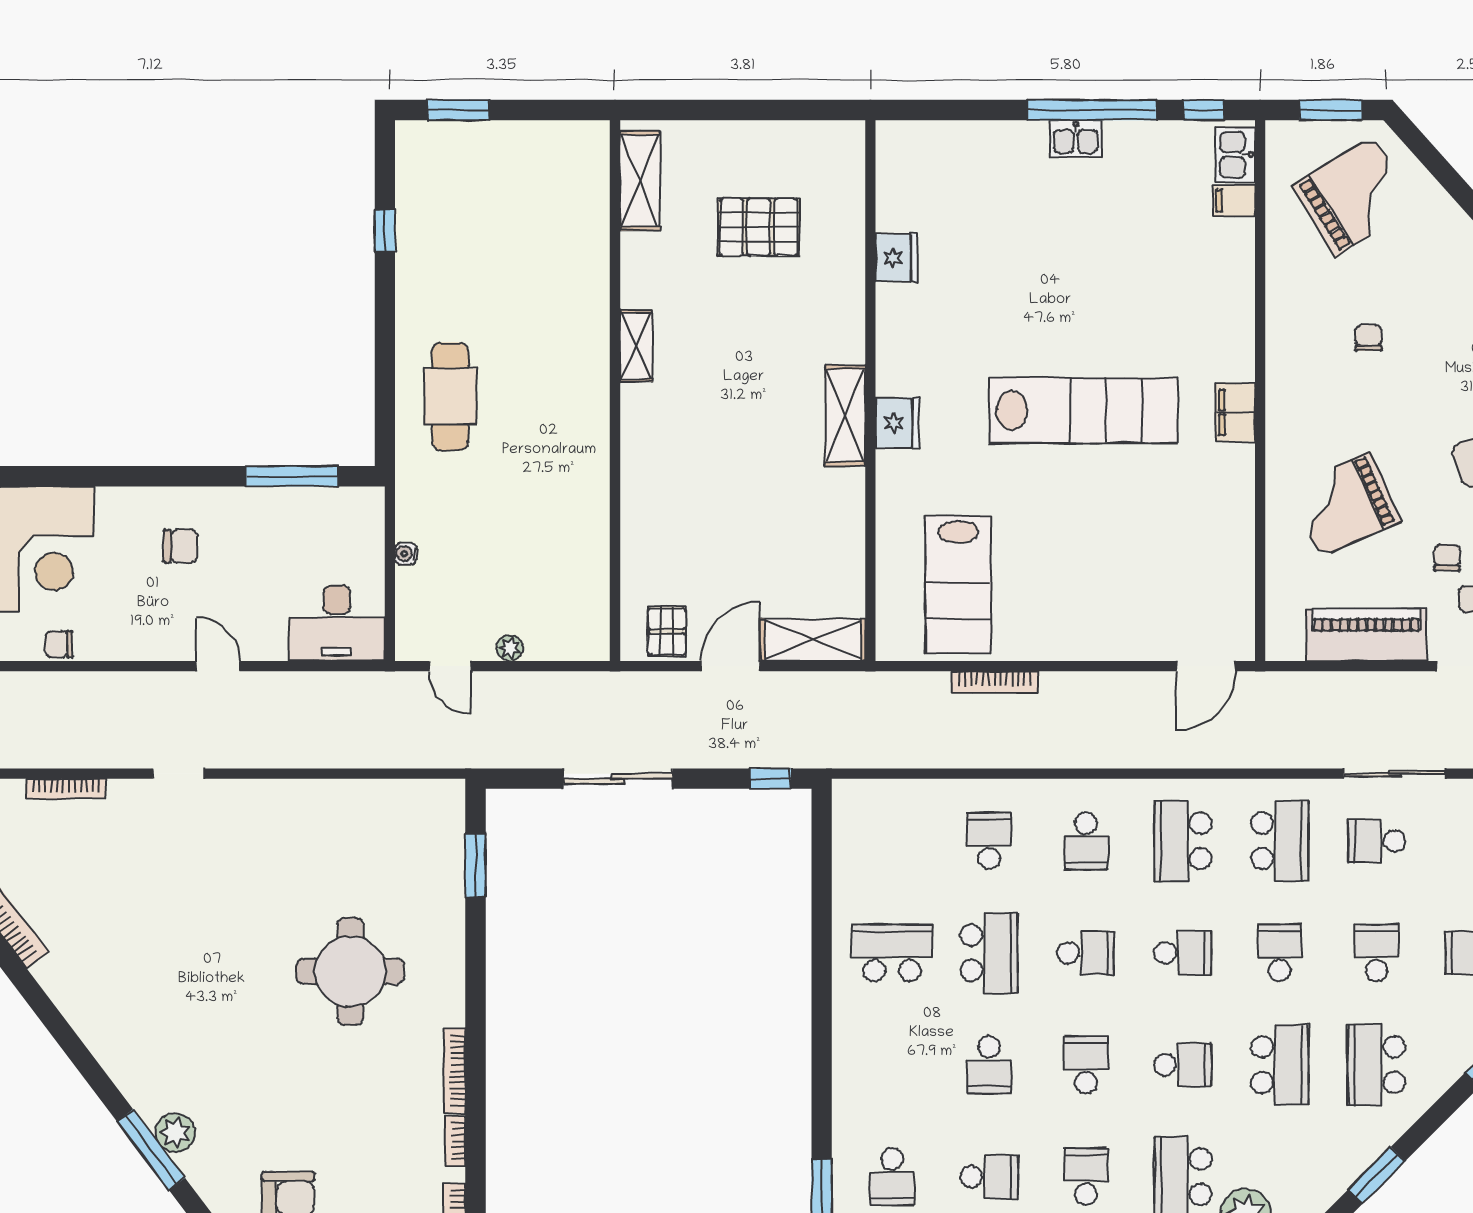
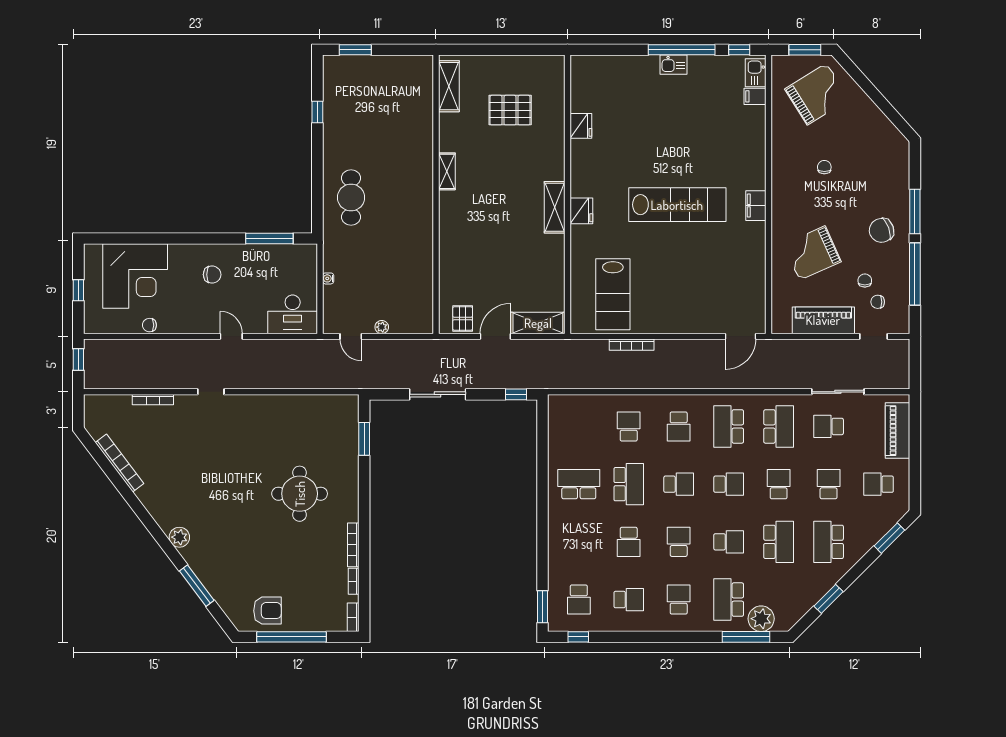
plant: (175, 1133) -> (179, 537), moved

